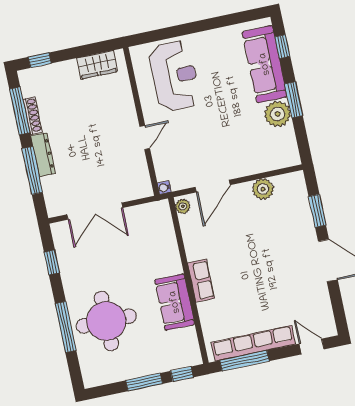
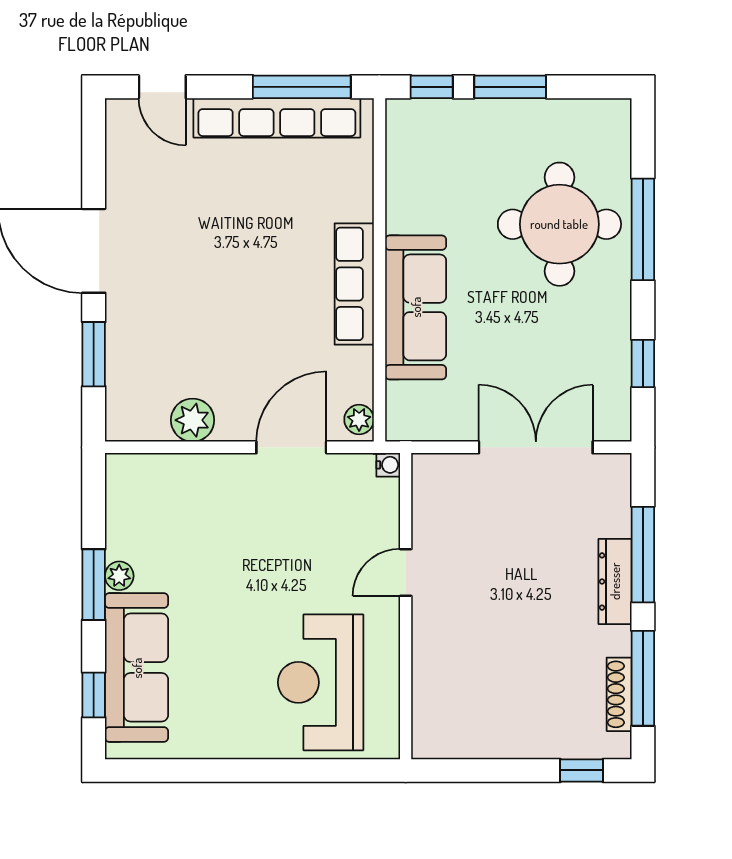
wardrobe: (97, 65) -> (469, 737), removed
plant: (278, 114) -> (119, 576), width x0.53, depth x0.53
shoe rack: (33, 115) -> (619, 694), moved
row of seats: (201, 281) -> (354, 284), width x1.48
sofa: (175, 302) -> (416, 307), moved, width x1.36

